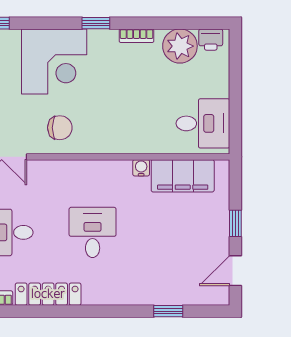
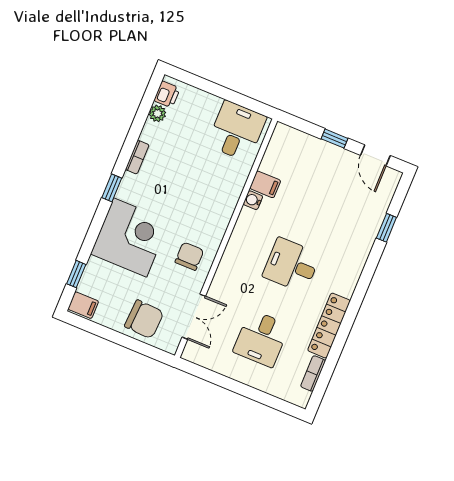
plant: (180, 46) -> (157, 113), width x0.53, depth x0.53
filing cabinet: (183, 176) -> (265, 184), width x0.33, depth x0.86

